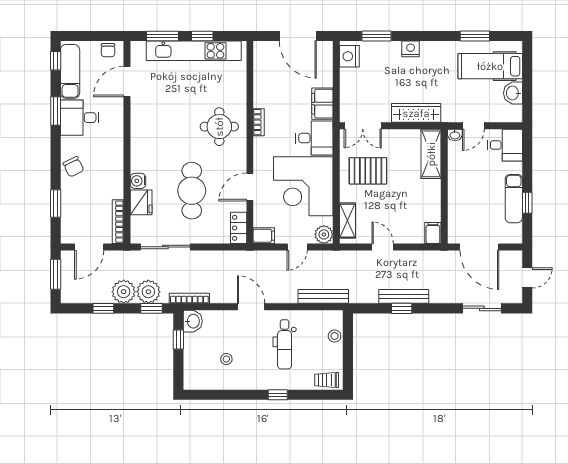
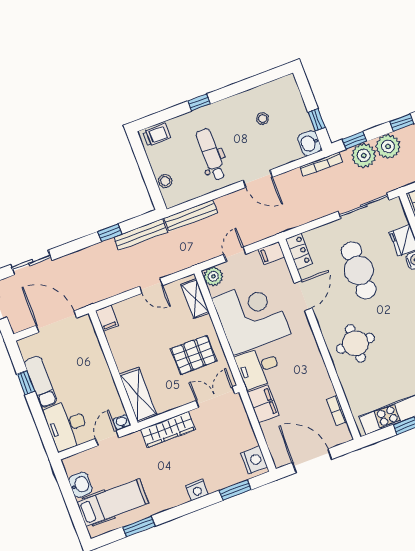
bookcase: (259, 122) -> (337, 411), moved
desk: (505, 145) -> (67, 425), width x1.37
bench: (404, 296) -> (141, 235), moved

